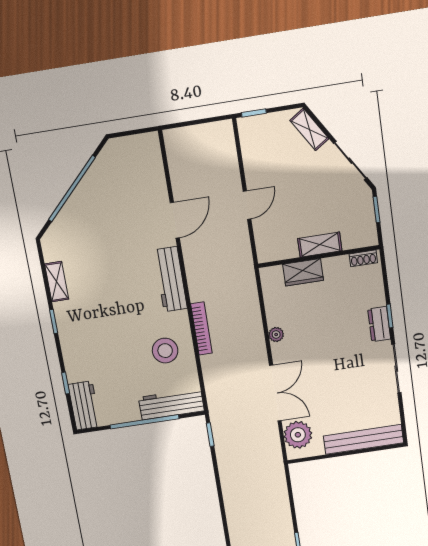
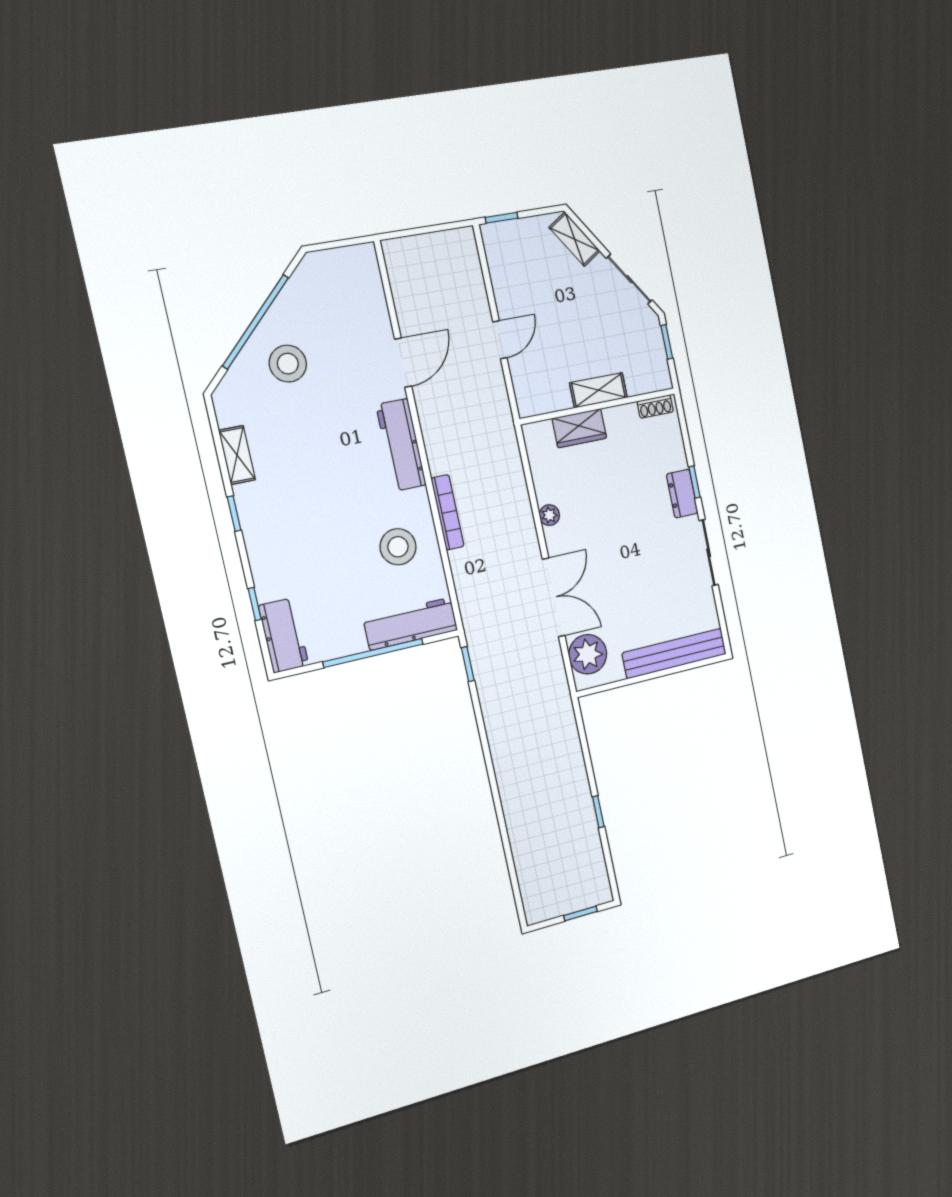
stool: (93, 219) -> (288, 364), added

